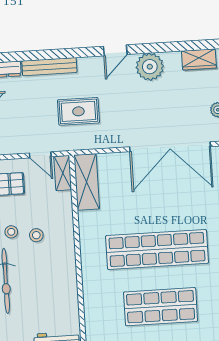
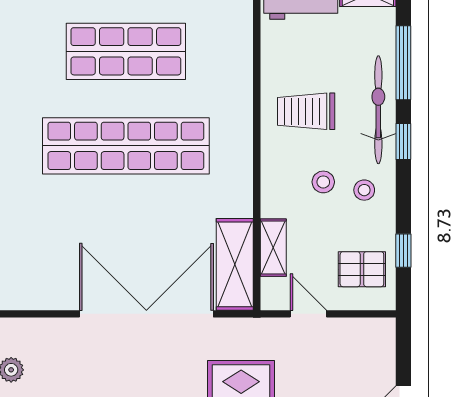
double door: (170, 147) -> (146, 314), moved
shelving: (63, 173) -> (273, 248), moved
trolley: (49, 277) -> (306, 111), added

